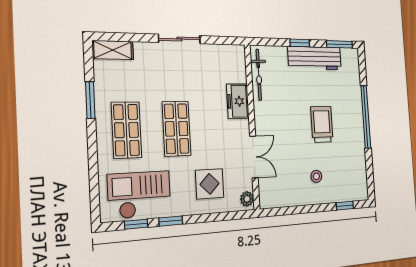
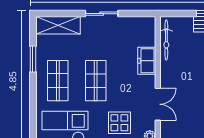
shelving: (113, 50) -> (58, 25), width x1.50, depth x1.33

